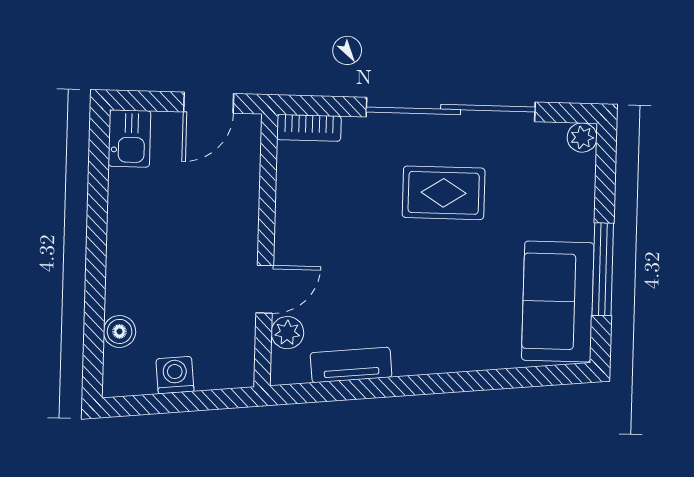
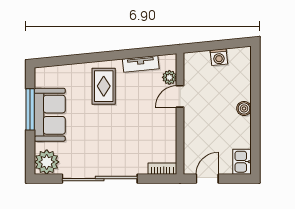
plant: (582, 137) -> (47, 162), width x1.87, depth x1.87
rug: (444, 193) -> (104, 86), moved, turned 90
sofa: (558, 302) -> (50, 115), moved
boiler: (120, 331) -> (244, 108), moved

